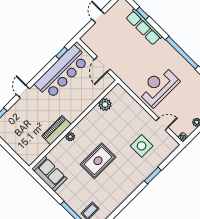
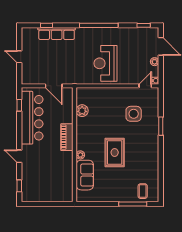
door: (162, 124) -> (145, 86), moved
piano: (56, 130) -> (67, 137), moved
sofa: (49, 174) -> (85, 175), moved, turned 90

